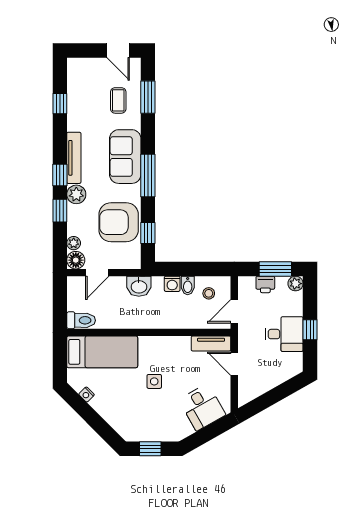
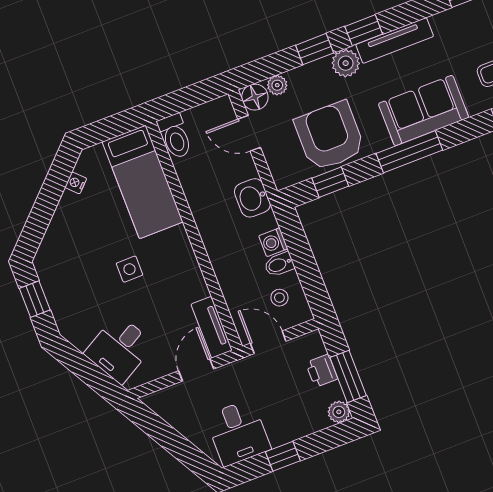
desk: (284, 334) -> (238, 433), moved

